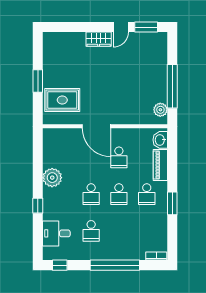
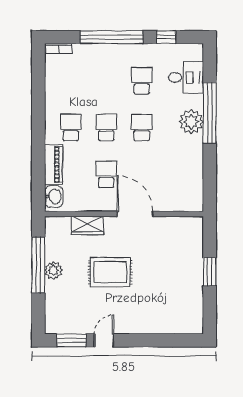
wardrobe: (99, 39) -> (87, 225), moved, turned 180
rug: (62, 100) -> (110, 272), moved
plant: (160, 110) -> (53, 270), moved
plant: (52, 178) -> (191, 122), moved
window: (172, 203) -> (38, 116), removed
window: (38, 206) -> (210, 113), width x3.17
window: (60, 265) -> (166, 37), moved

